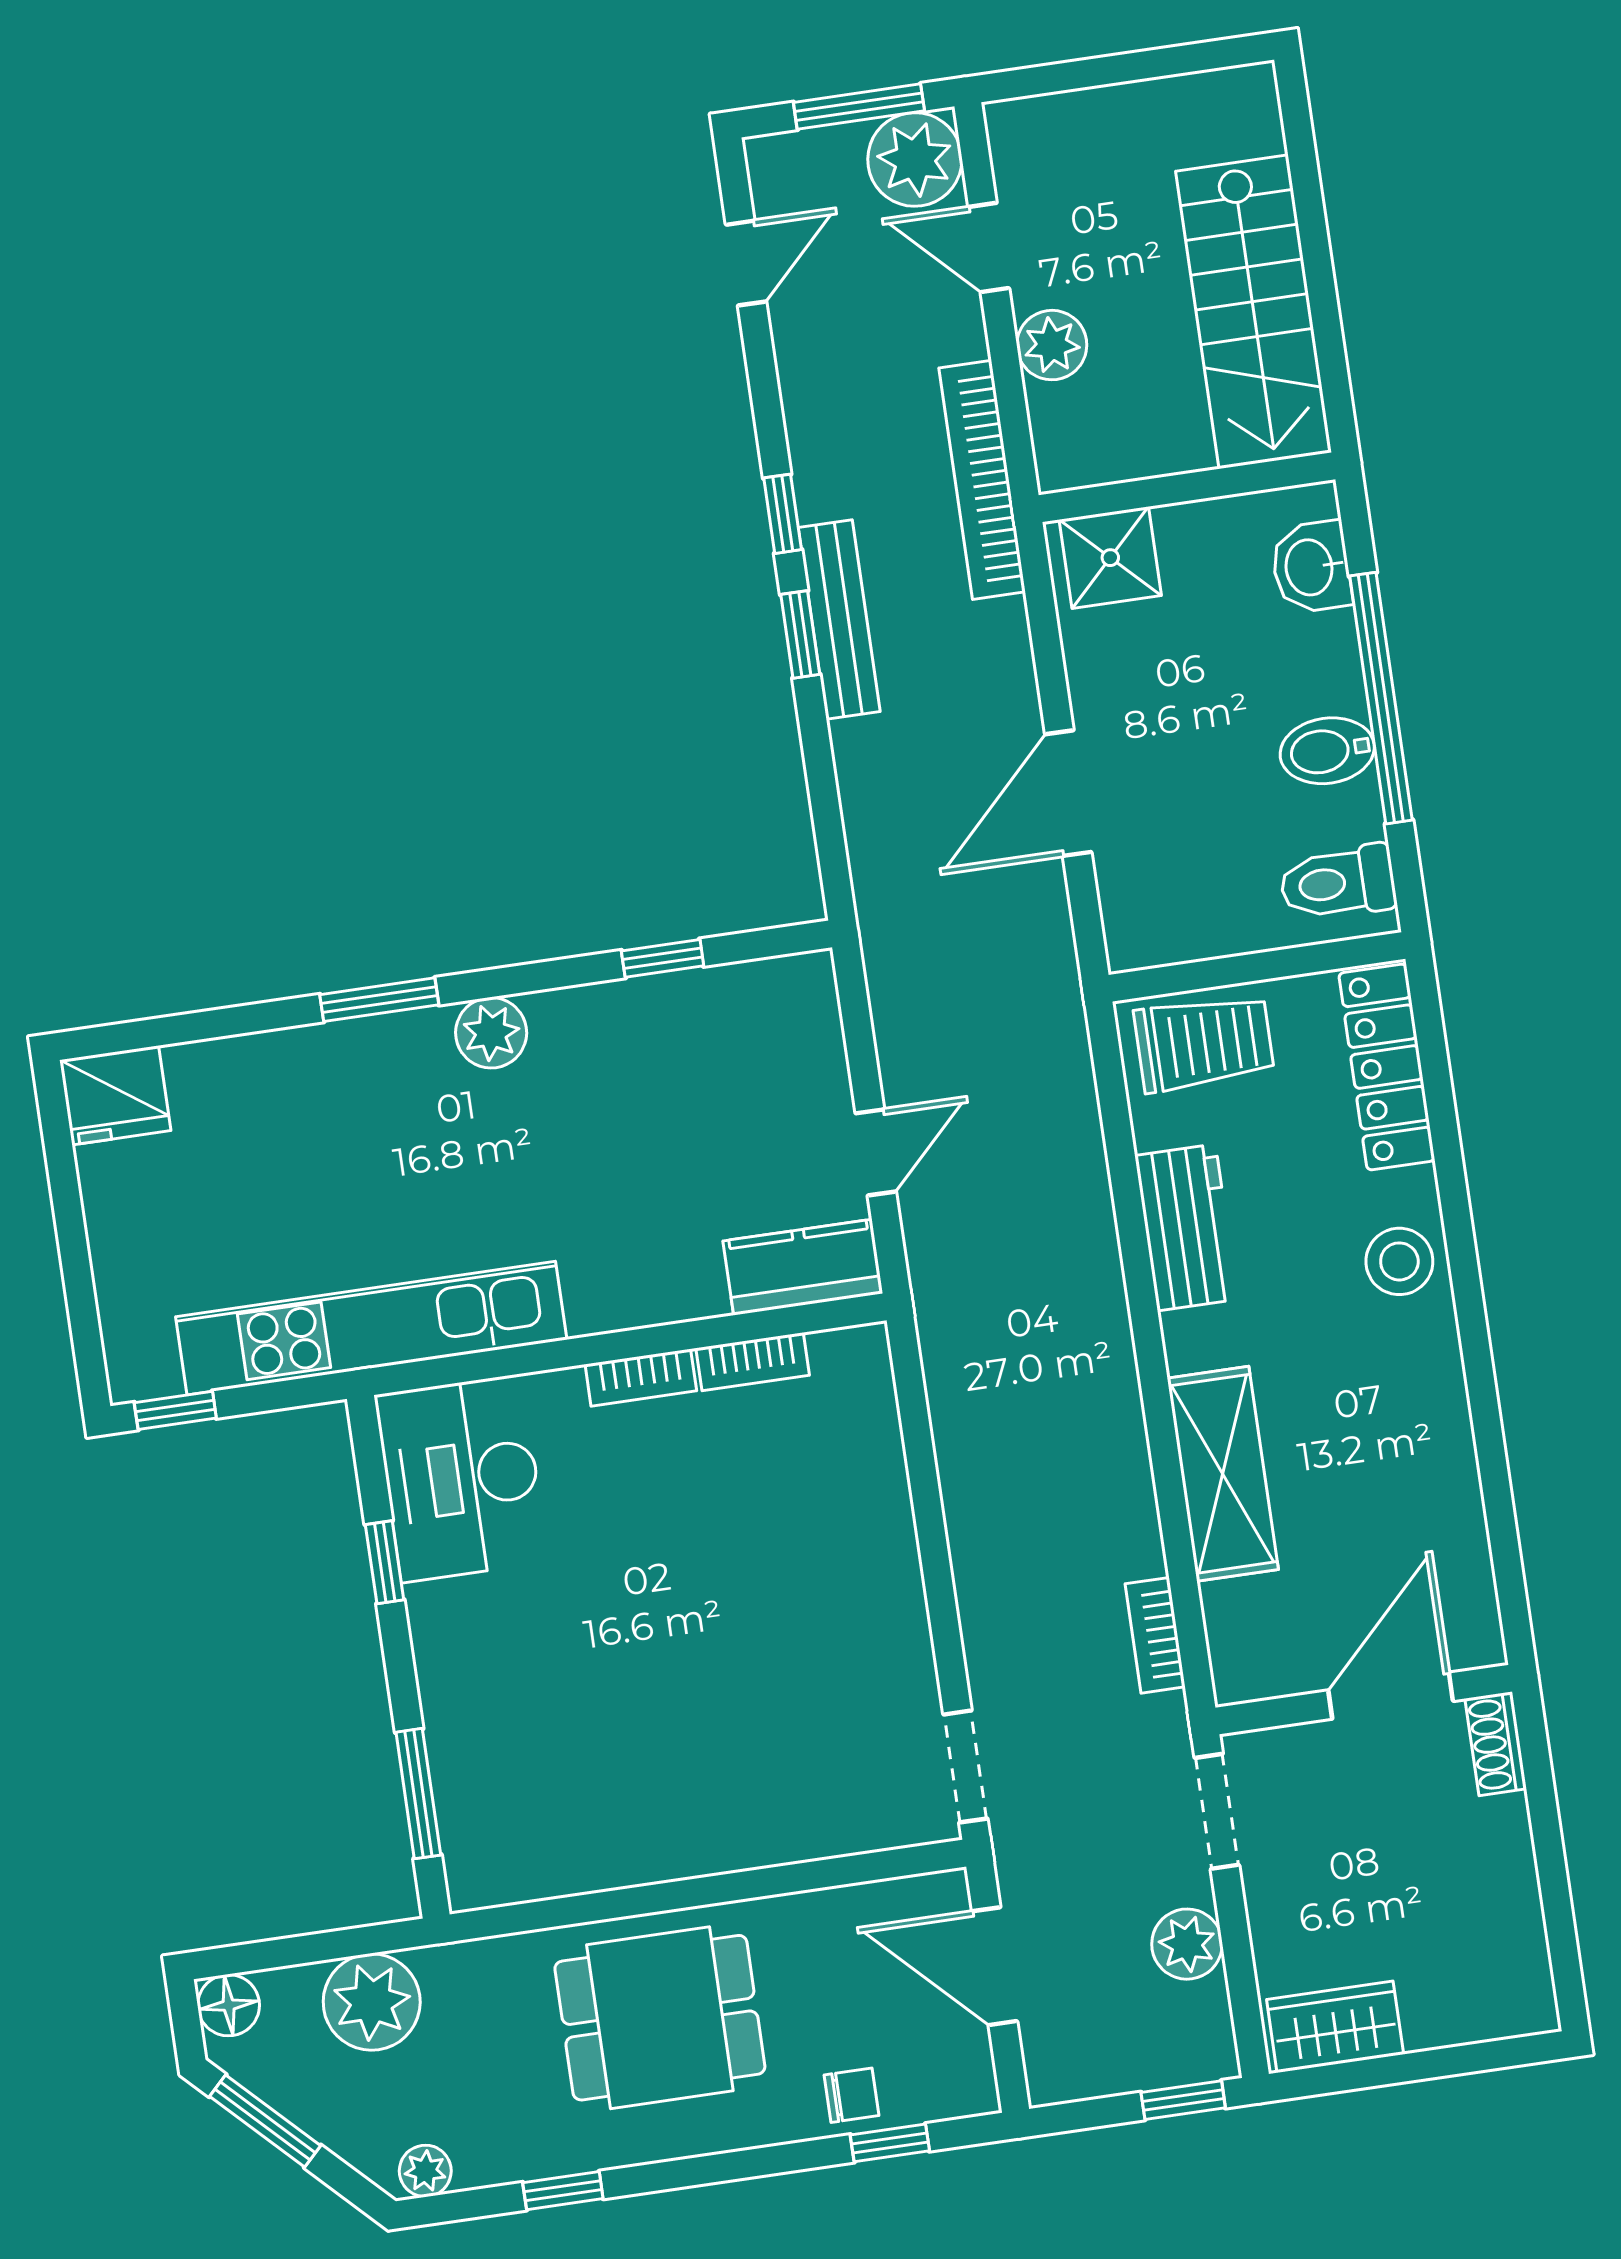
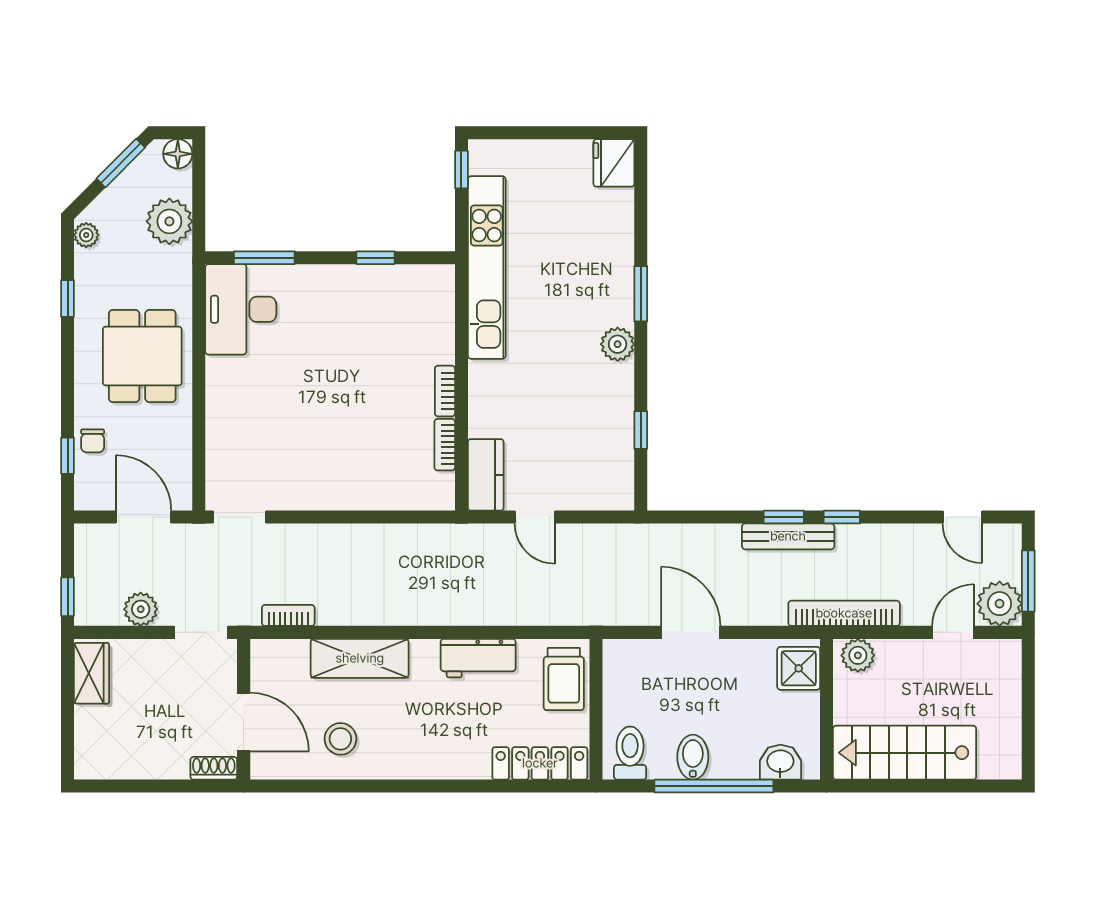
plant: (1052, 345) -> (858, 655), moved
stool: (1399, 1261) -> (340, 739), moved
desk: (461, 1478) -> (241, 309), moved, turned -90
door: (995, 1966) -> (143, 517), hinge flipped

